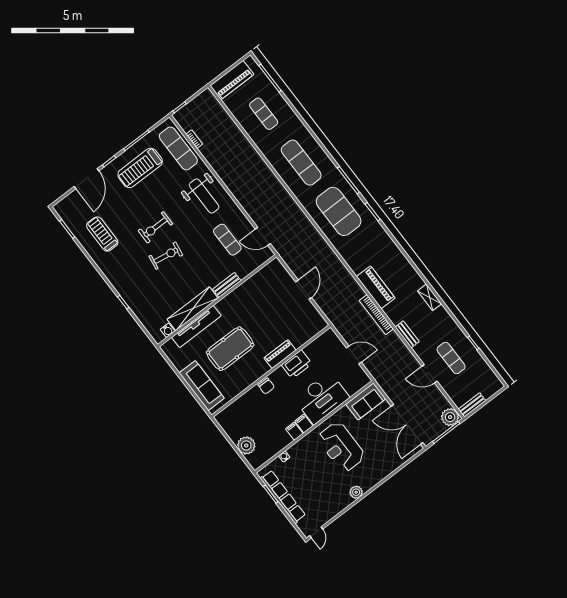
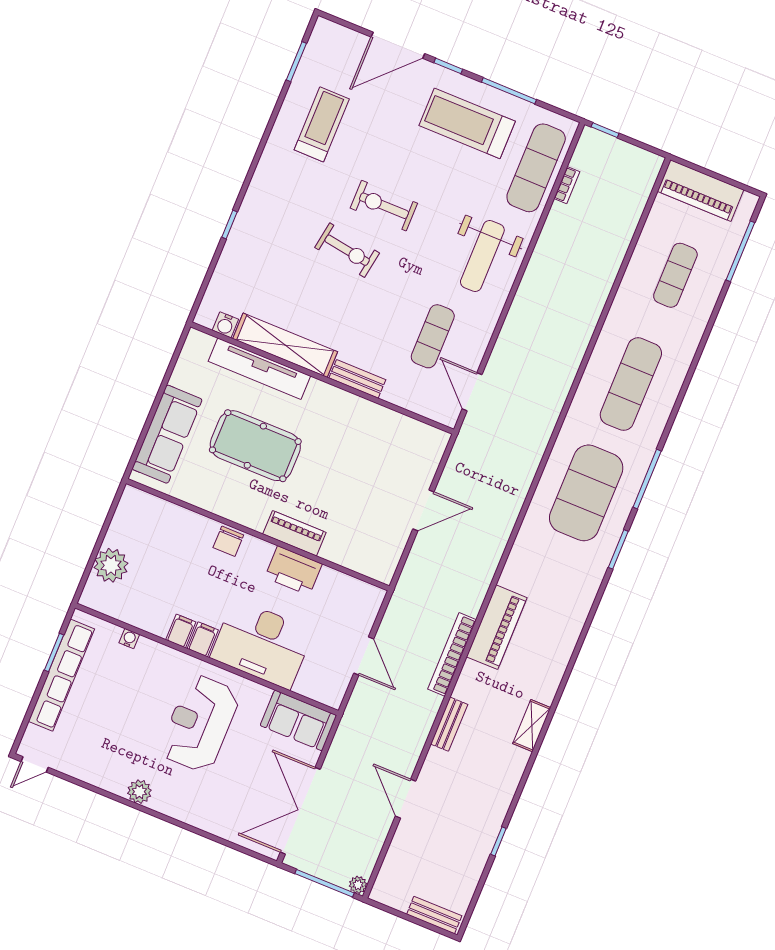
exercise mat: (451, 358) -> (452, 819), removed
bench: (472, 405) -> (434, 915), moved
plant: (450, 417) -> (358, 885), width x0.53, depth x0.53

